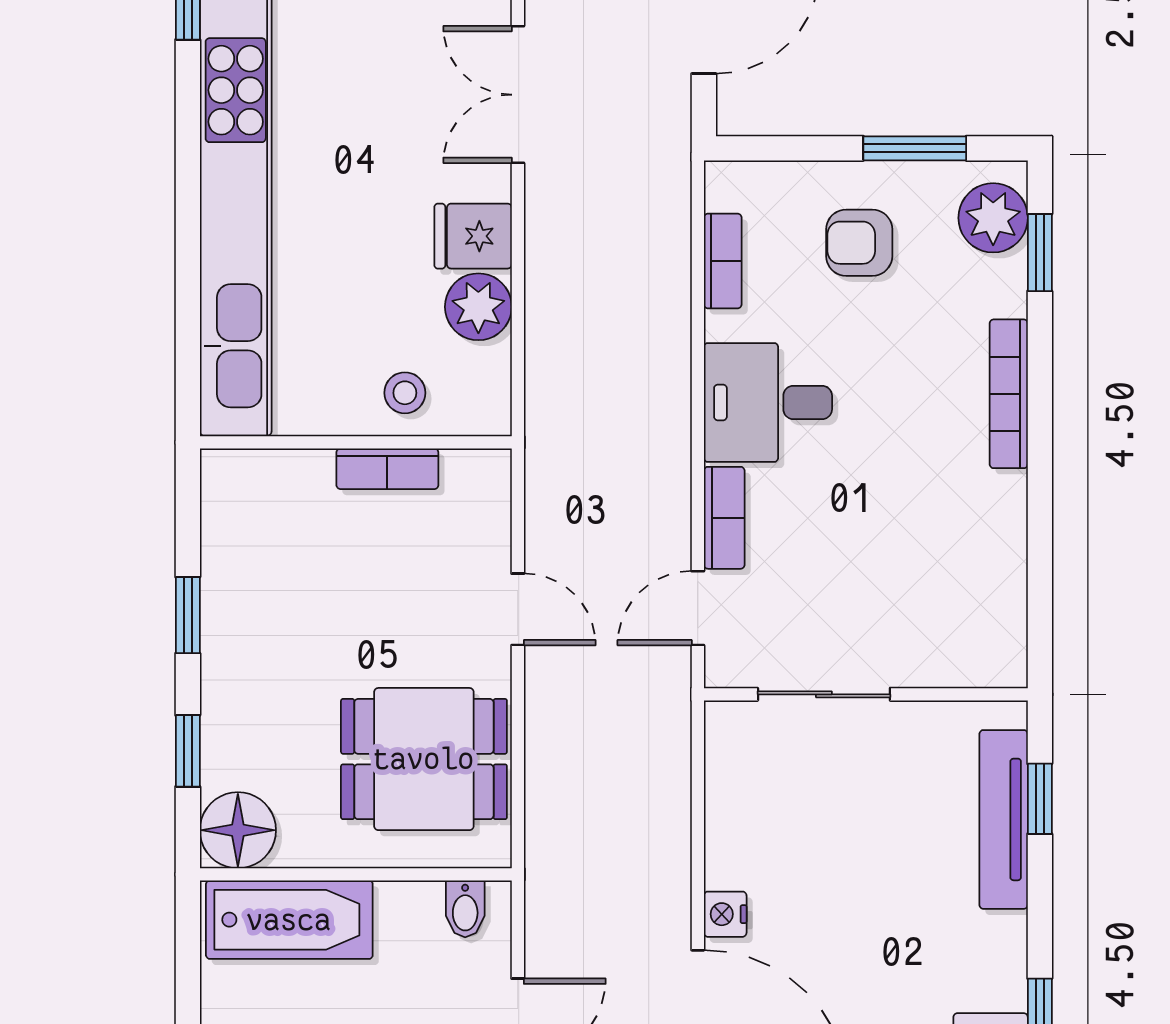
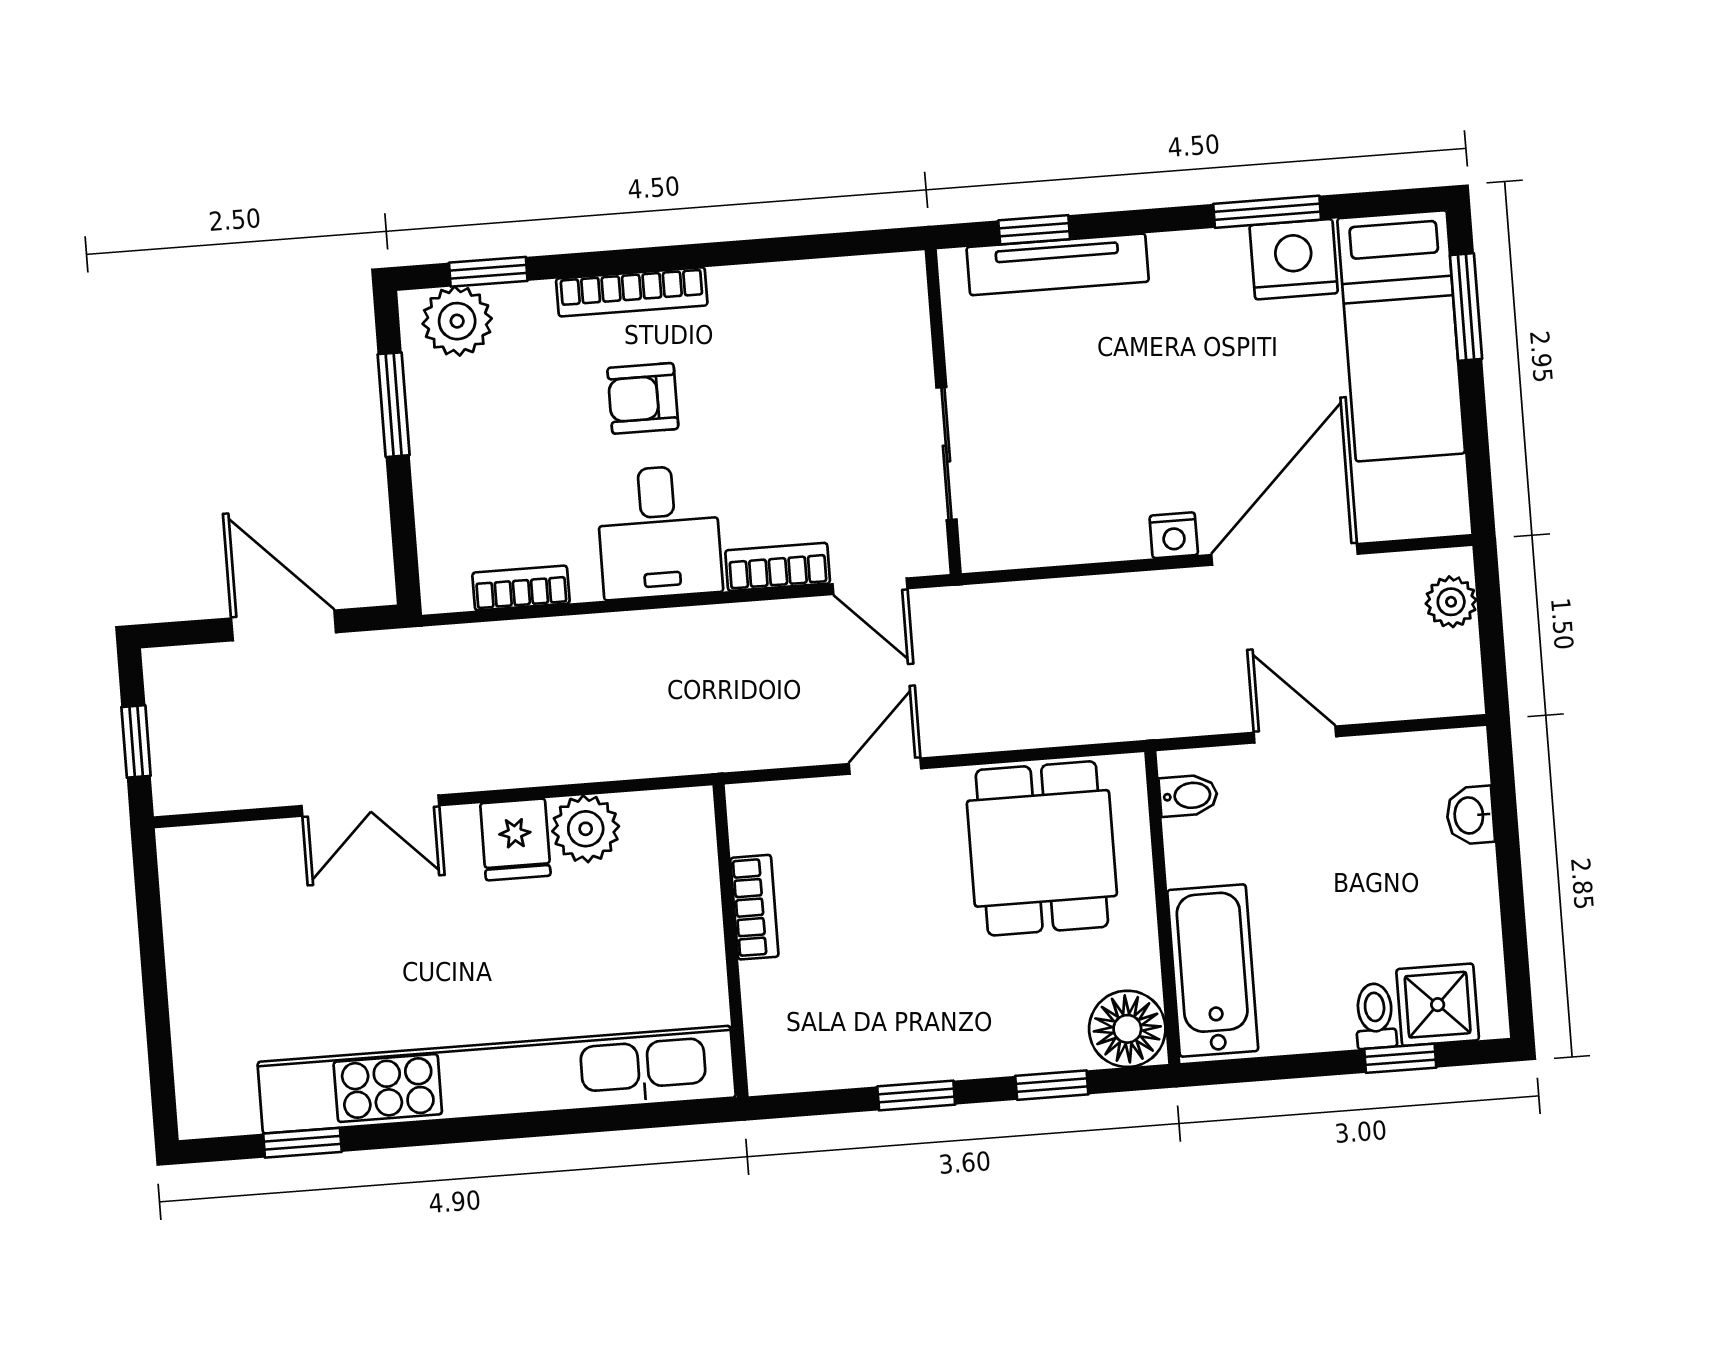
armchair: (859, 243) -> (643, 398), moved, turned 90
stool: (405, 393) -> (677, 896), removed

